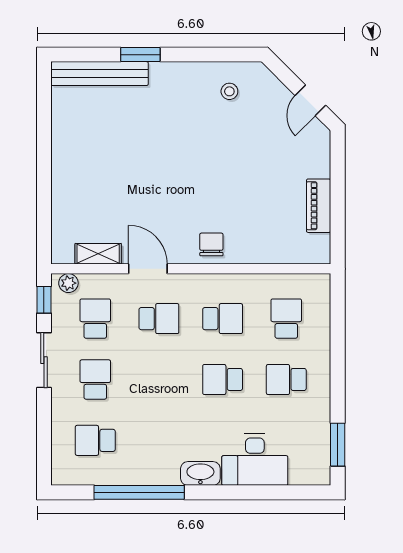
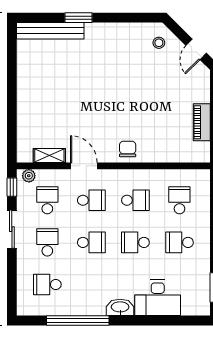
stool: (229, 91) -> (159, 43), moved
school desk: (159, 379) -> (91, 242), added

